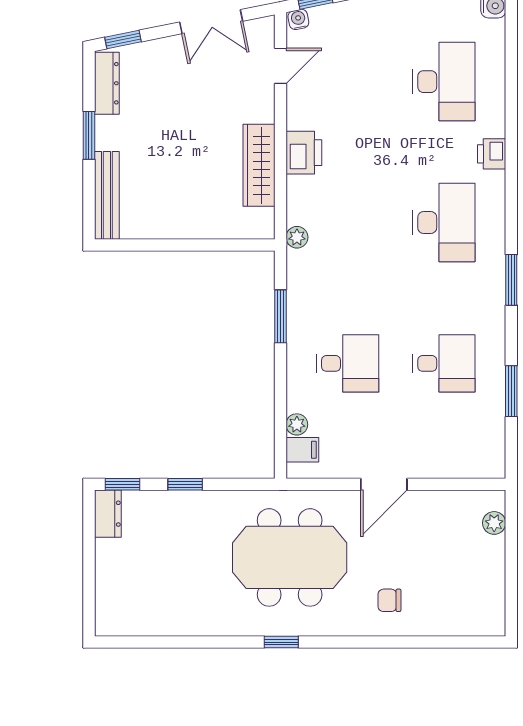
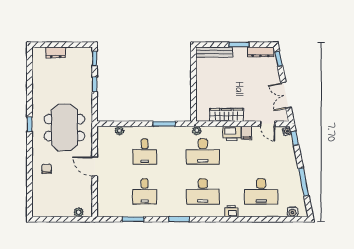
desk: (348, 222) -> (203, 152), added
filing cabinet: (302, 450) -> (247, 133), moved
dresser: (108, 514) -> (56, 52), moved

